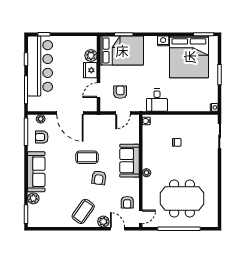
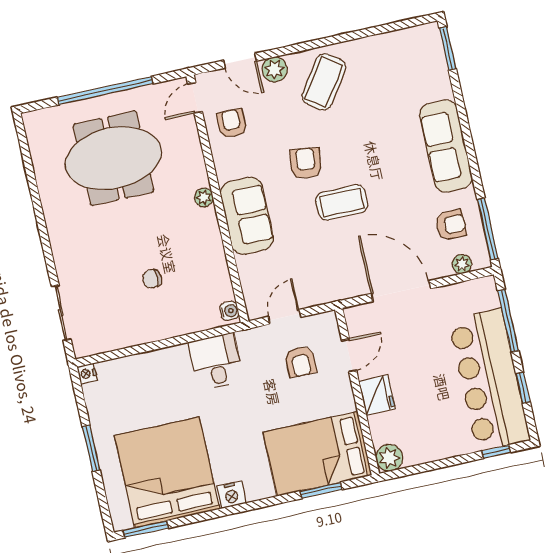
plant: (91, 56) -> (389, 458), moved
plant: (33, 198) -> (440, 86), removed

